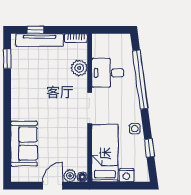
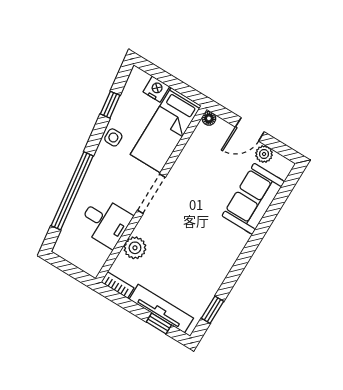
plant: (70, 176) -> (264, 154), moved

